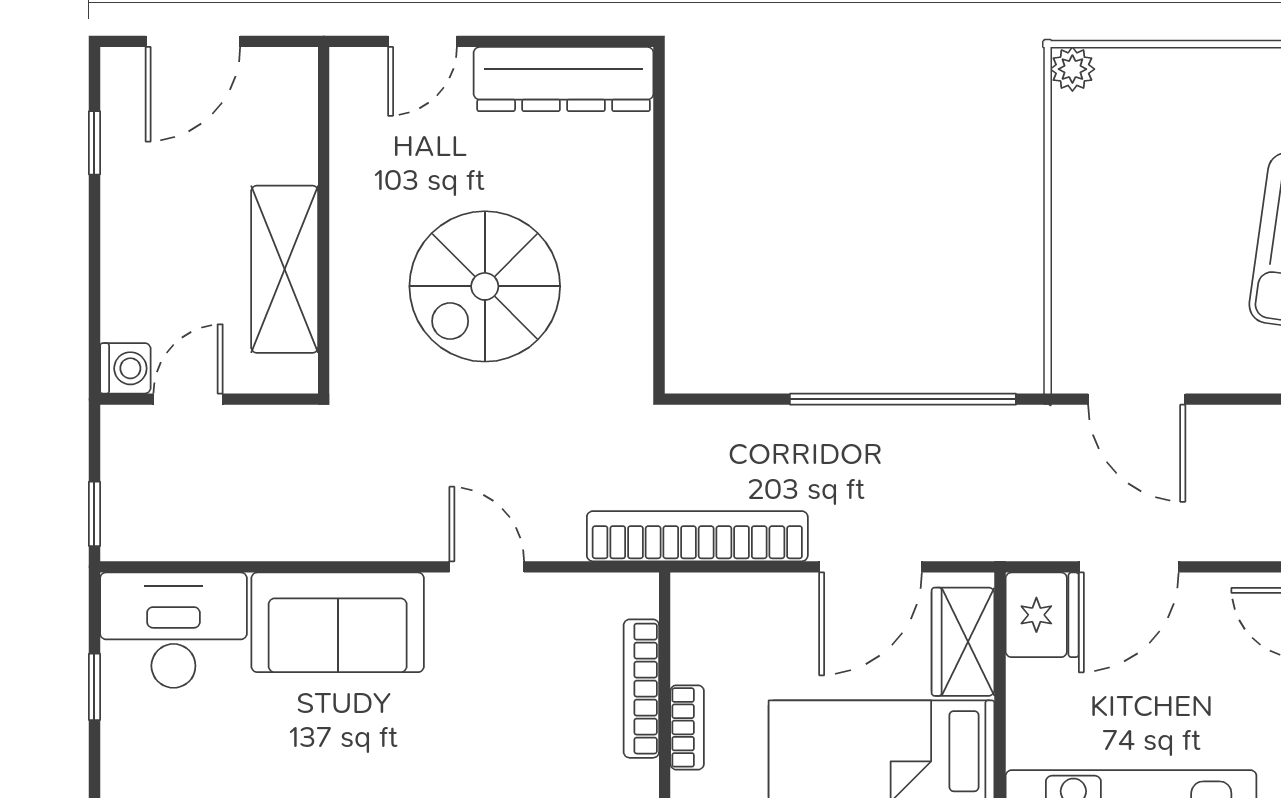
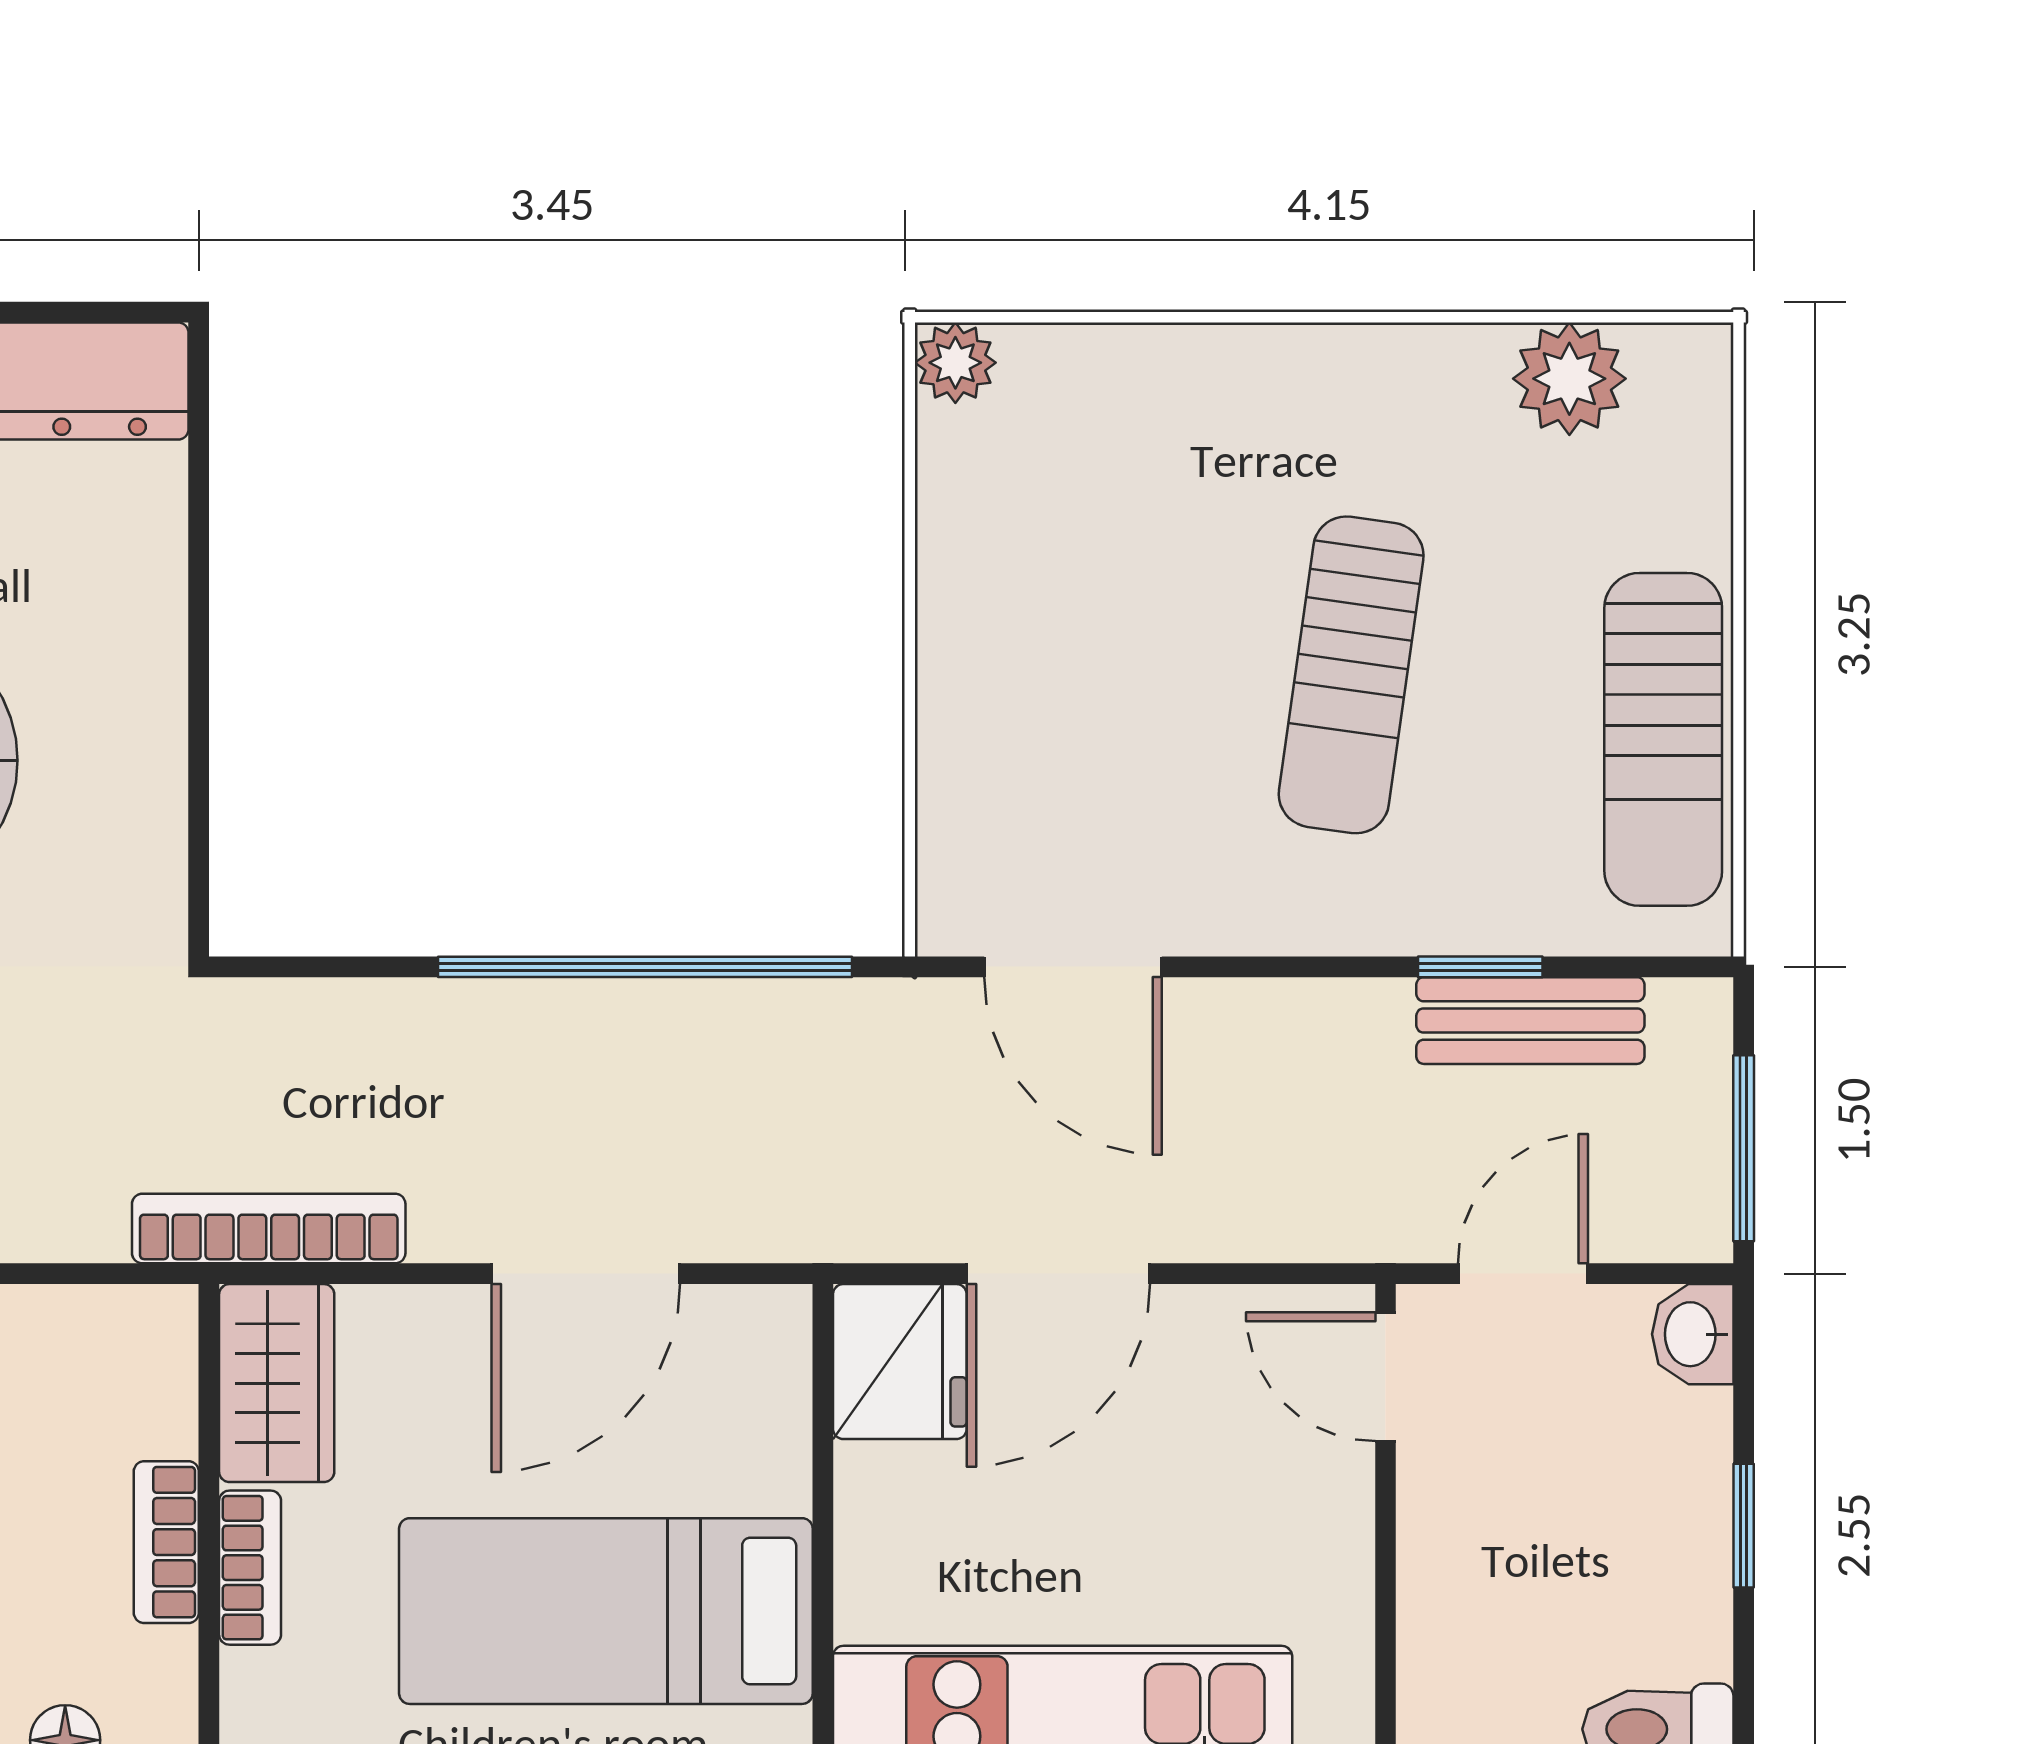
bookcase: (697, 536) -> (269, 1229), width x0.68, depth x0.76
wardrobe: (963, 642) -> (277, 1383), moved, turned 180
bookcase: (641, 689) -> (166, 1542), width x0.64

